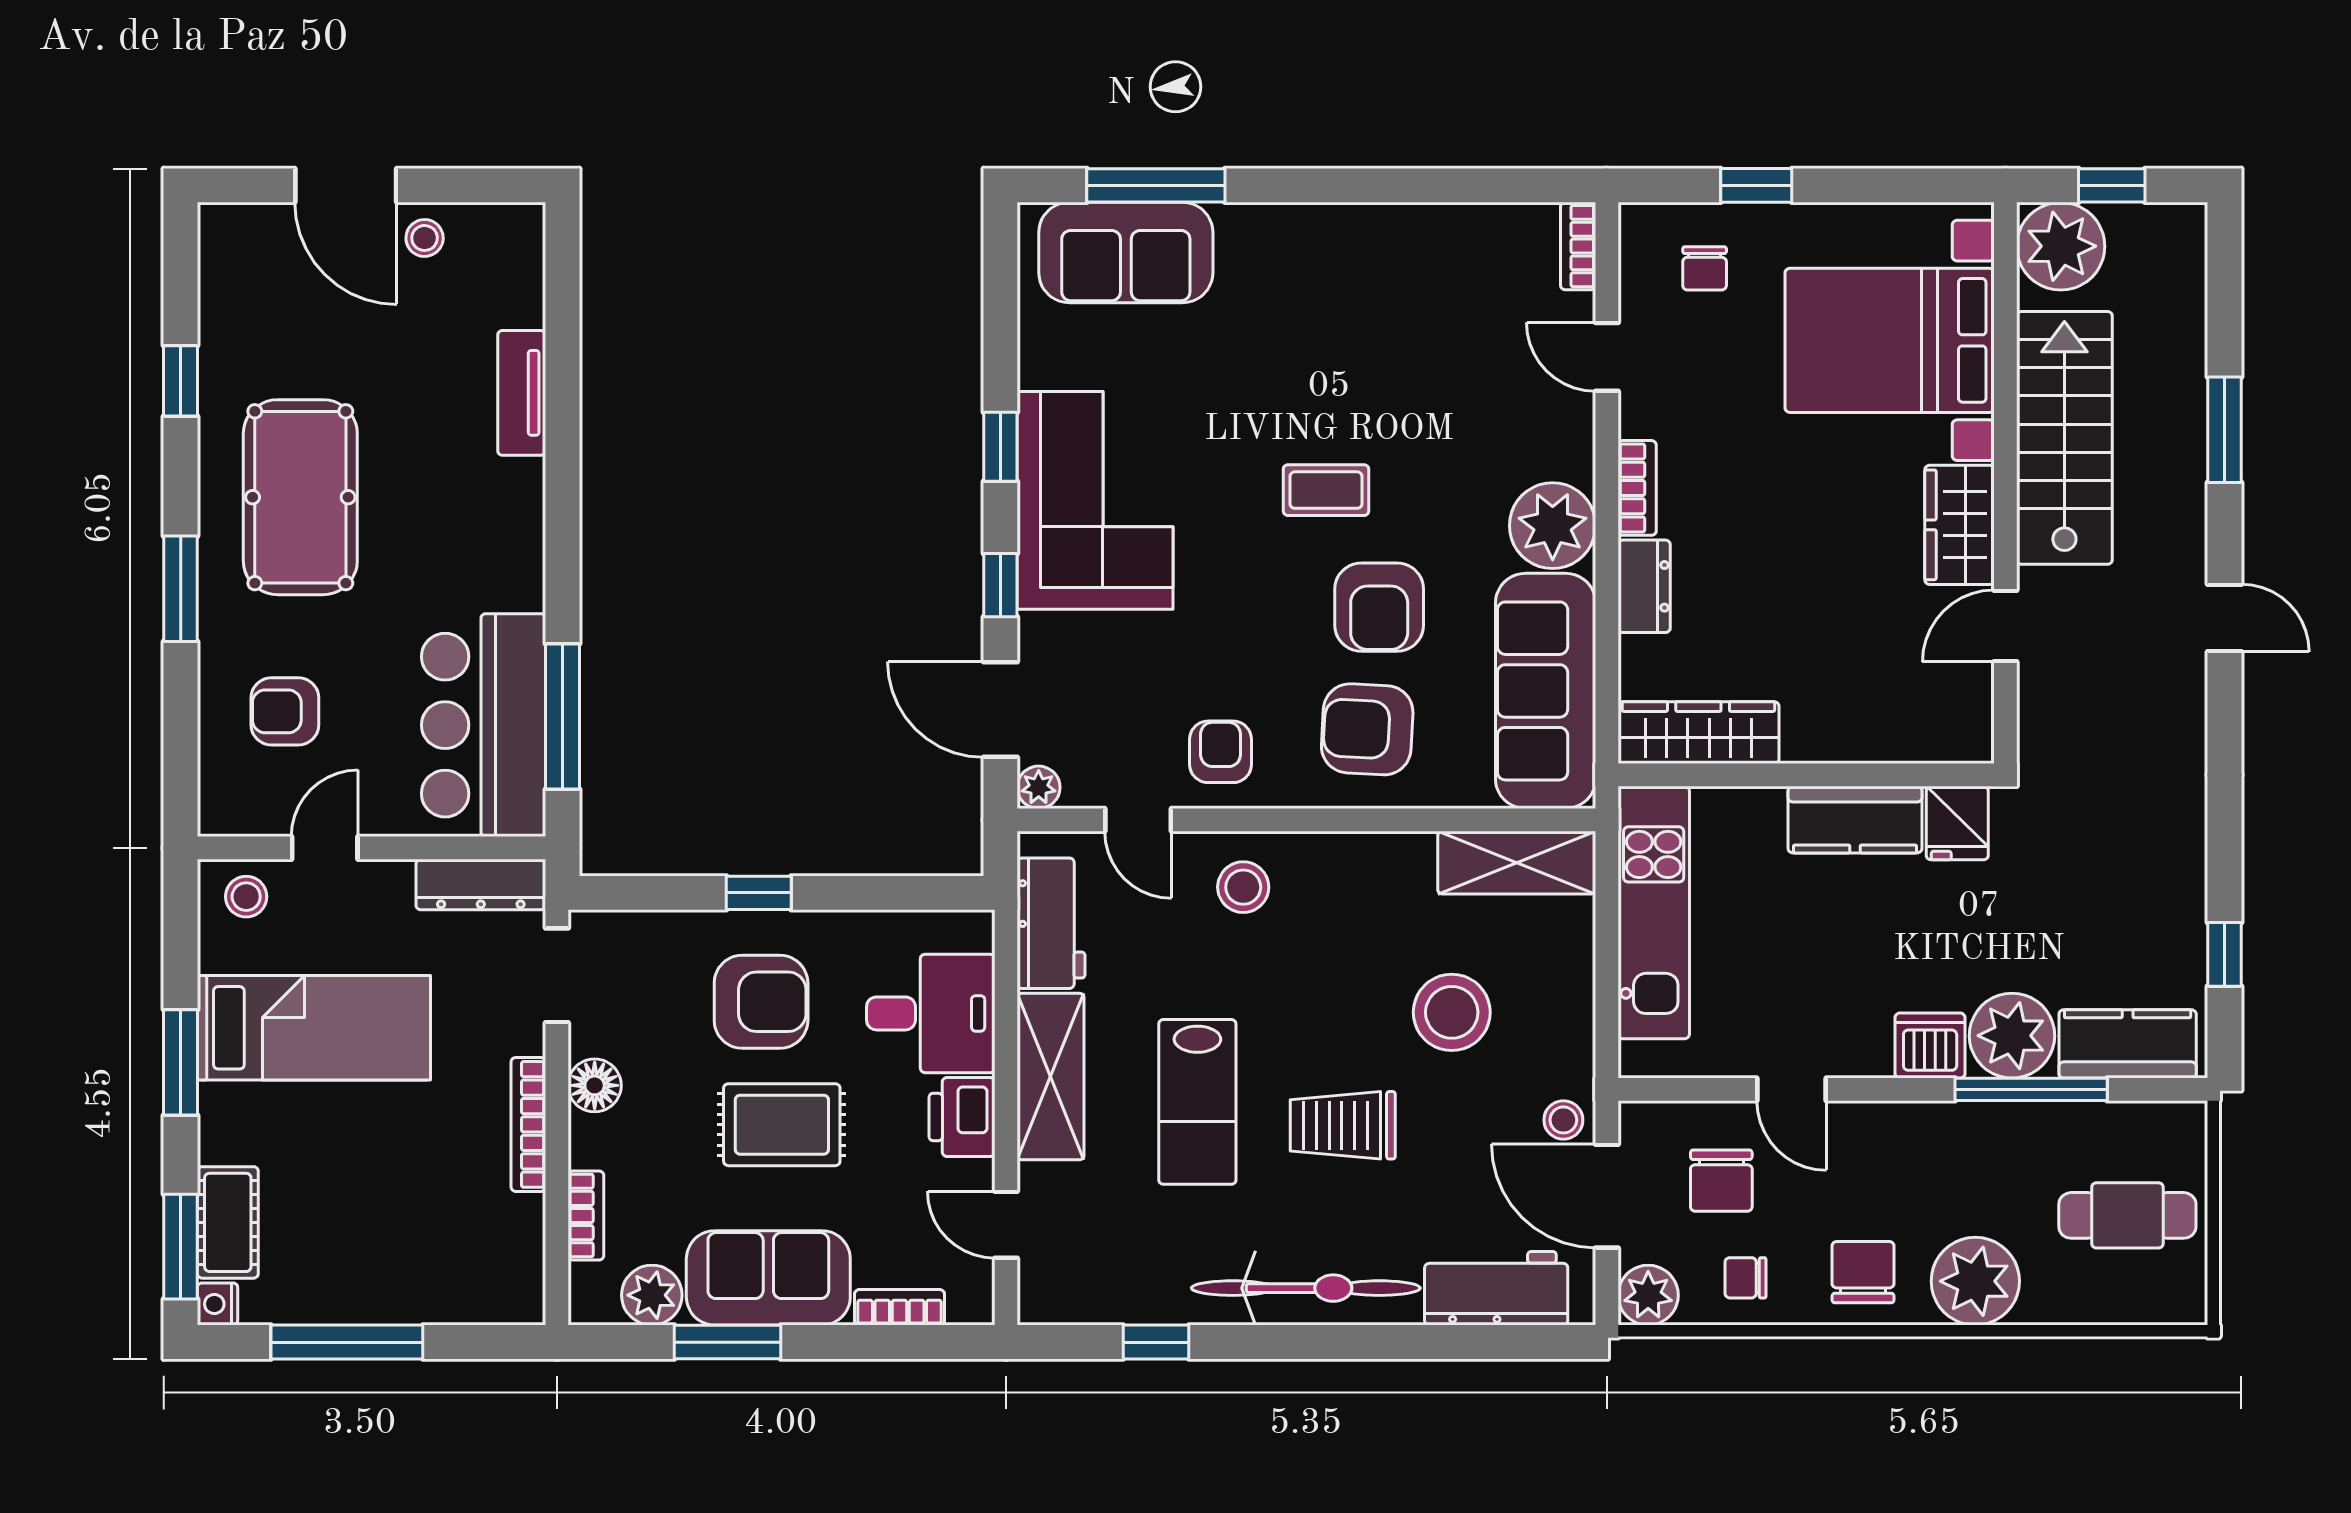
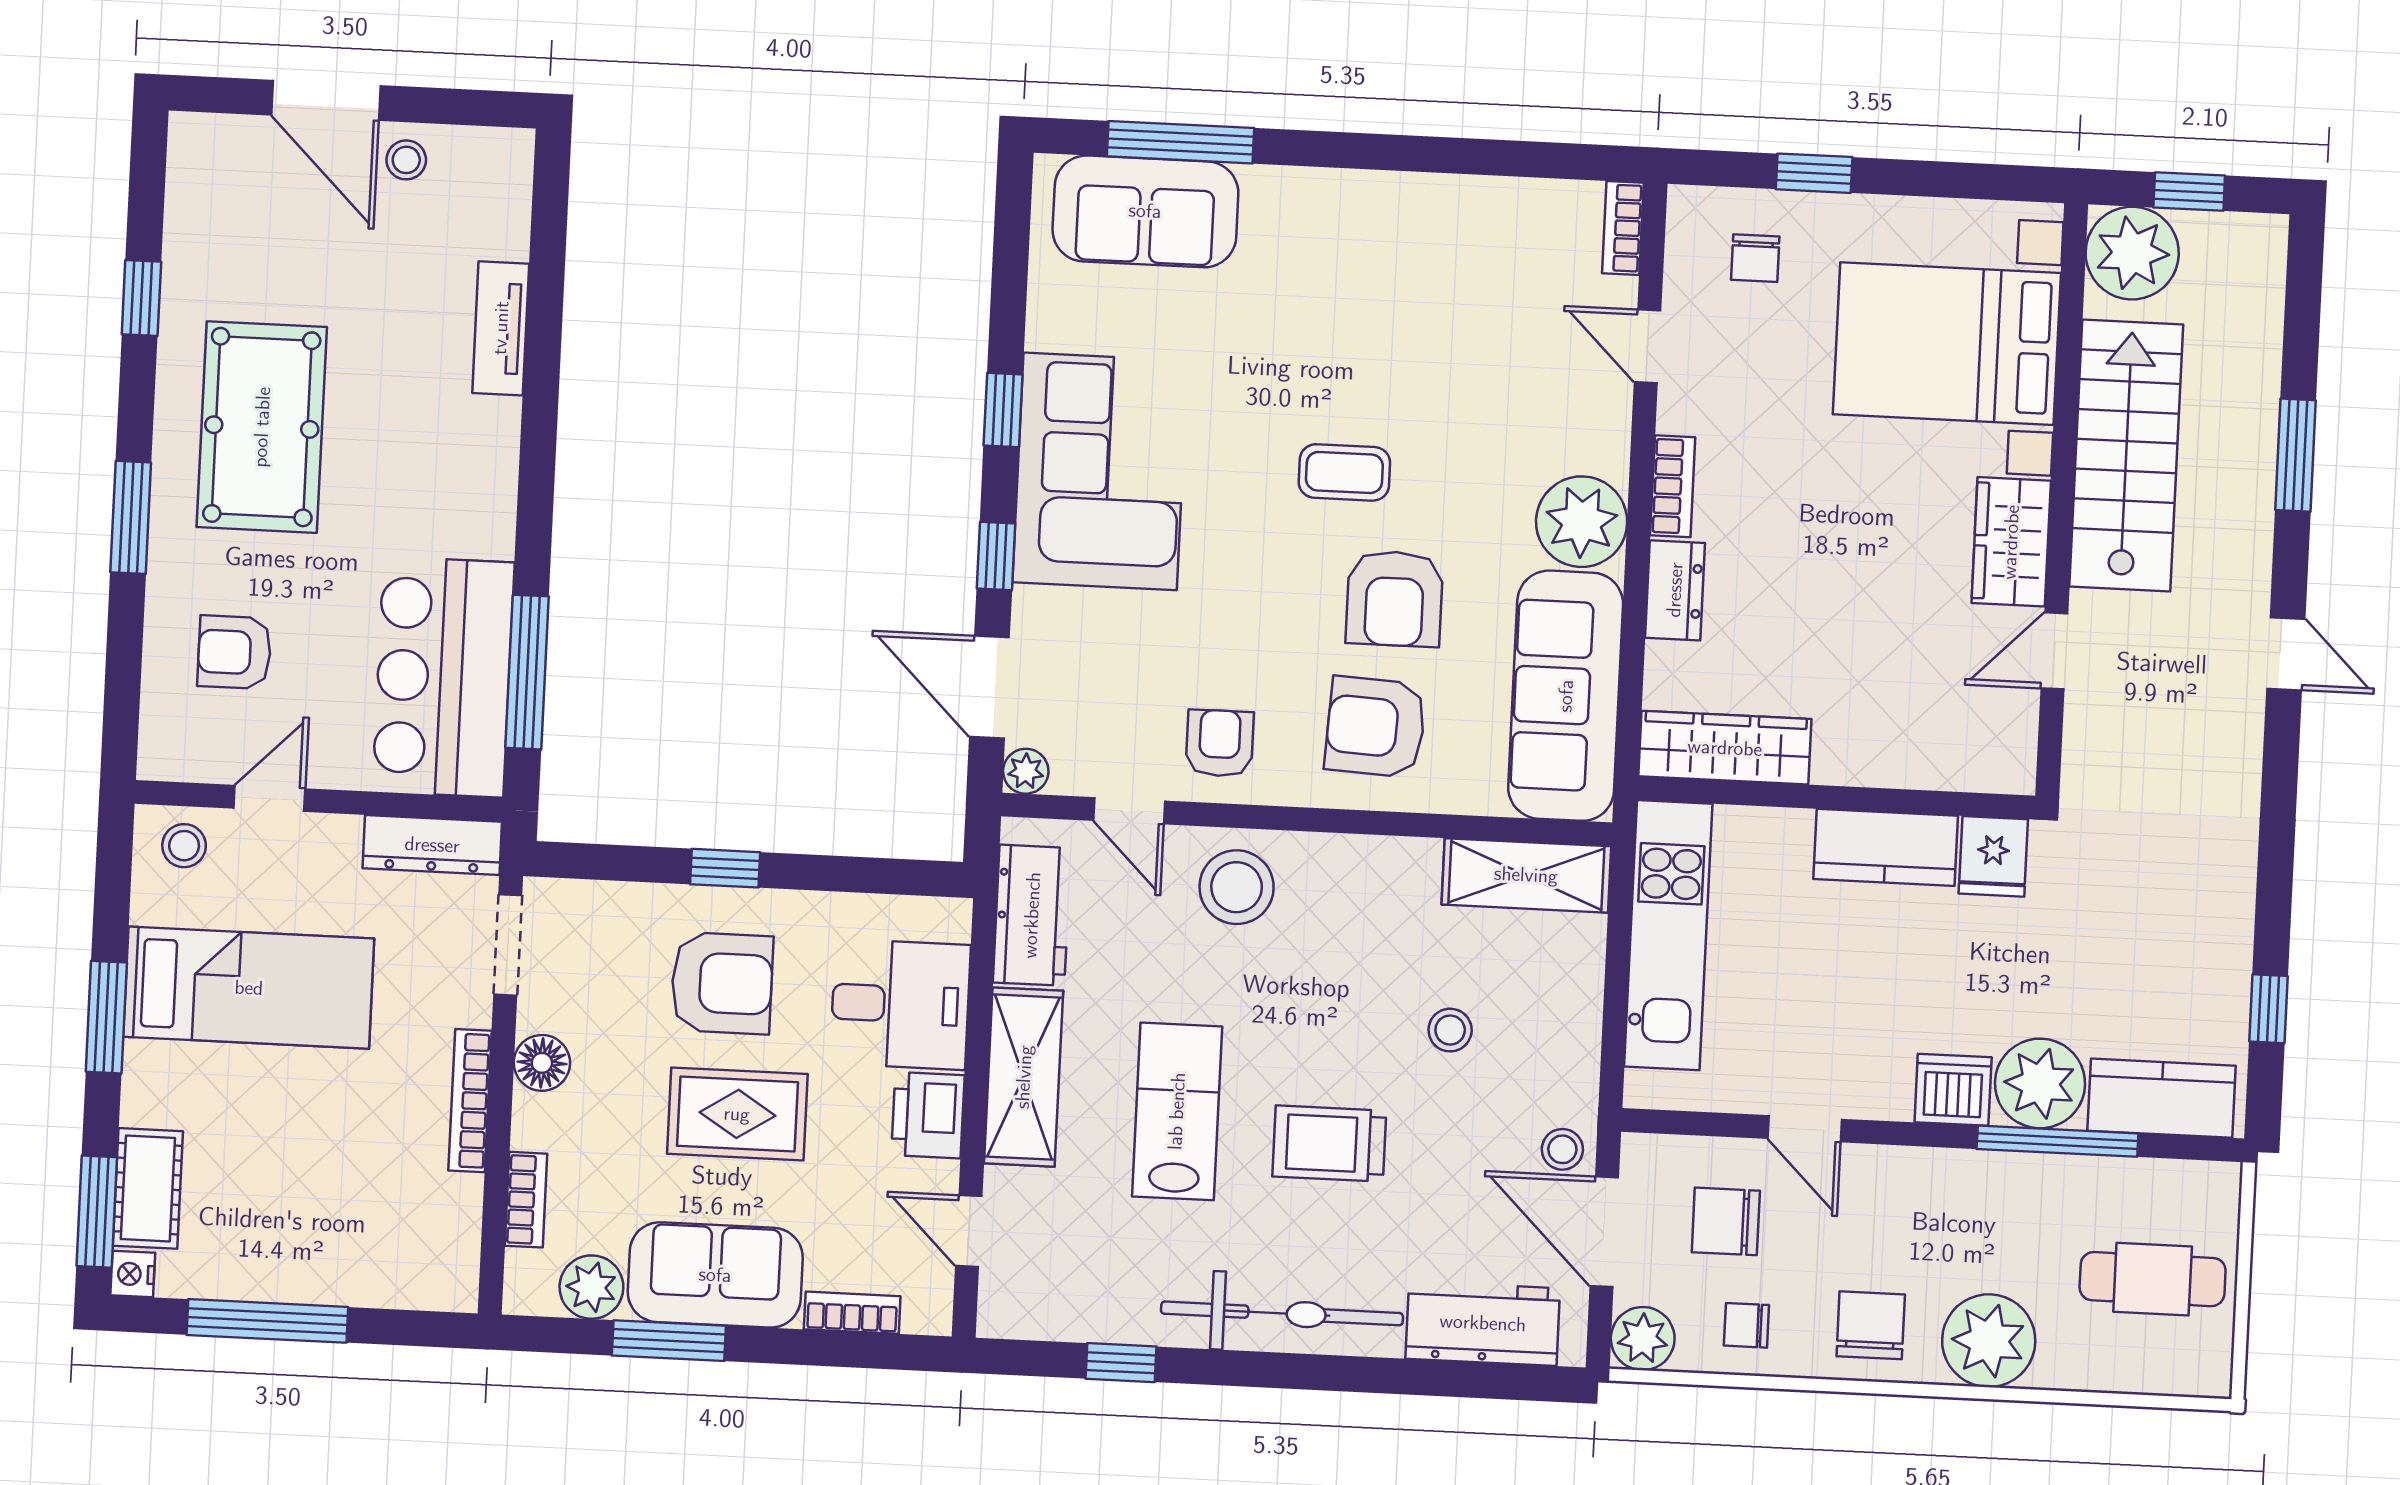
stool: (1243, 887) -> (1237, 887), width x1.38, depth x1.38
stool: (1452, 1012) -> (1450, 1030), width x0.53, depth x0.53
lab bench: (1197, 1102) -> (1177, 1111), turned 180
chair: (1721, 1181) -> (1726, 1221), turned 90

